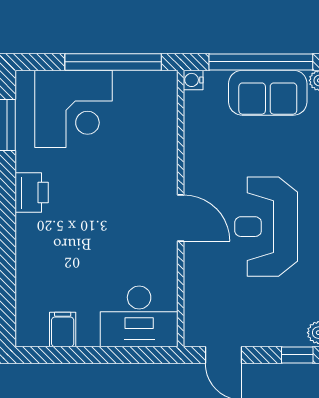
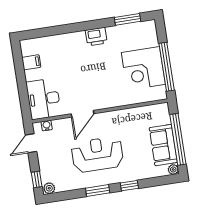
water cooler: (193, 80) -> (47, 126), moved
corner desk: (73, 109) -> (143, 68), moved
door: (181, 218) -> (82, 114), moved

